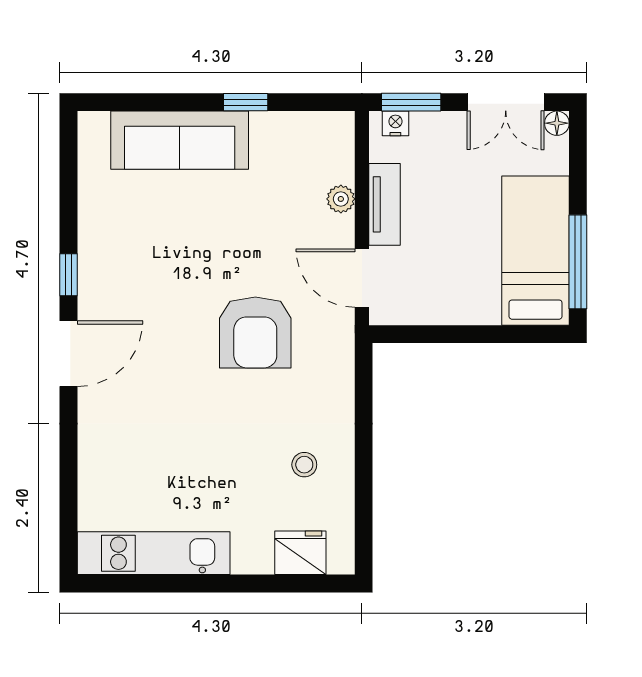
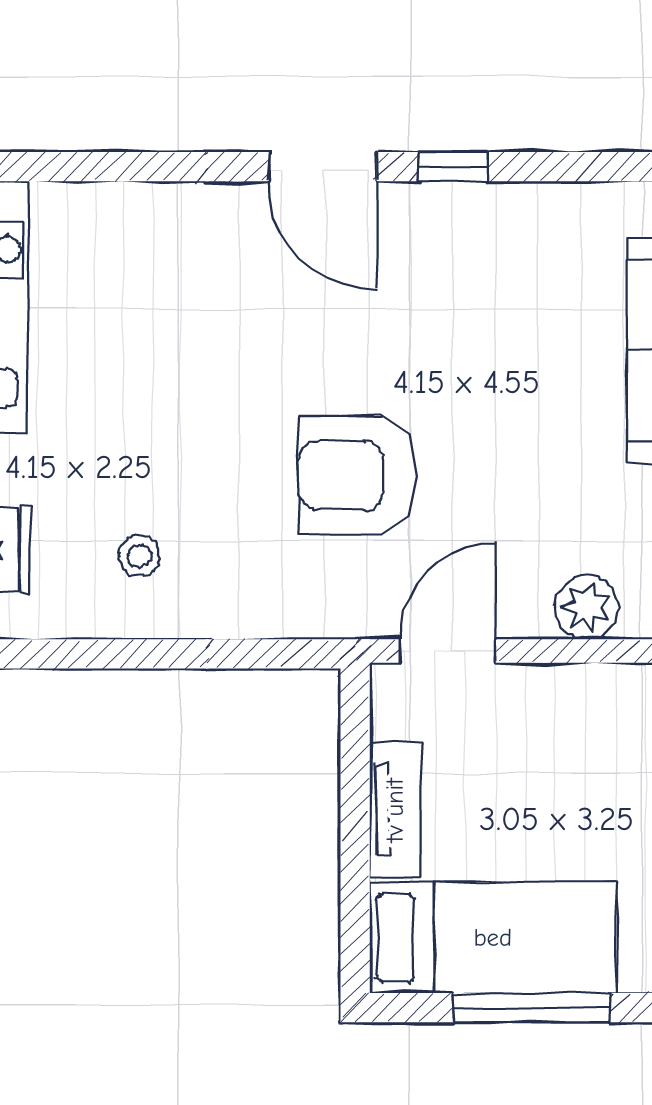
plant: (341, 199) -> (587, 607), width x1.38, depth x1.38
tv unit: (385, 204) -> (395, 810), moved, turned -90
window: (578, 262) -> (531, 1008), moved

